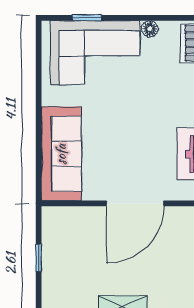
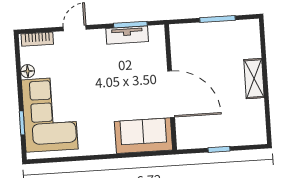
sofa: (61, 154) -> (143, 136), width x0.73
door: (135, 203) -> (171, 94), moved

